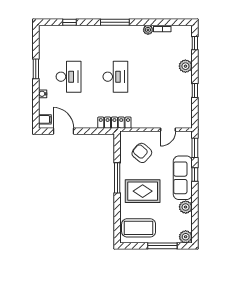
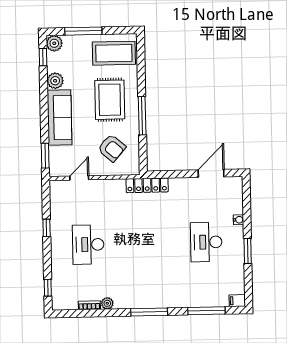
window: (69, 22) -> (206, 311), width x2.17
plant: (185, 66) -> (59, 258), removed
desk: (115, 77) -> (88, 245), moved
filing cabinet: (45, 119) -> (237, 301), moved
door: (64, 131) -> (211, 173), swing flipped
window: (195, 174) -> (43, 57), moved
rug: (143, 191) -> (110, 100), turned 90

